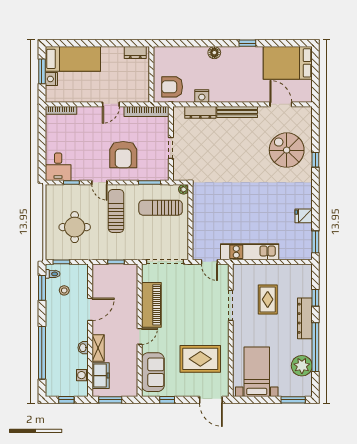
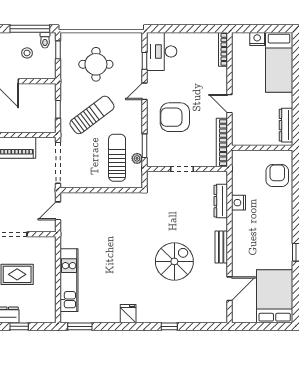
dresser: (135, 53) -> (286, 125), width x1.44
floor lamp: (214, 53) -> (286, 216), removed
window: (42, 71) -> (265, 29), removed
armchair: (172, 87) -> (277, 176), moved
bench: (237, 112) -> (221, 247), width x0.73
spiral stairs: (287, 150) -> (174, 261), moved
desk: (58, 167) -> (162, 51), width x1.37
plant: (184, 189) -> (137, 158), moved
sun lounger: (116, 211) -> (92, 115), moved, turned -37
fridge: (304, 216) -> (128, 314), moved
kitchen unit: (250, 252) -> (69, 280), moved
window: (42, 288) -> (30, 29), width x1.44

